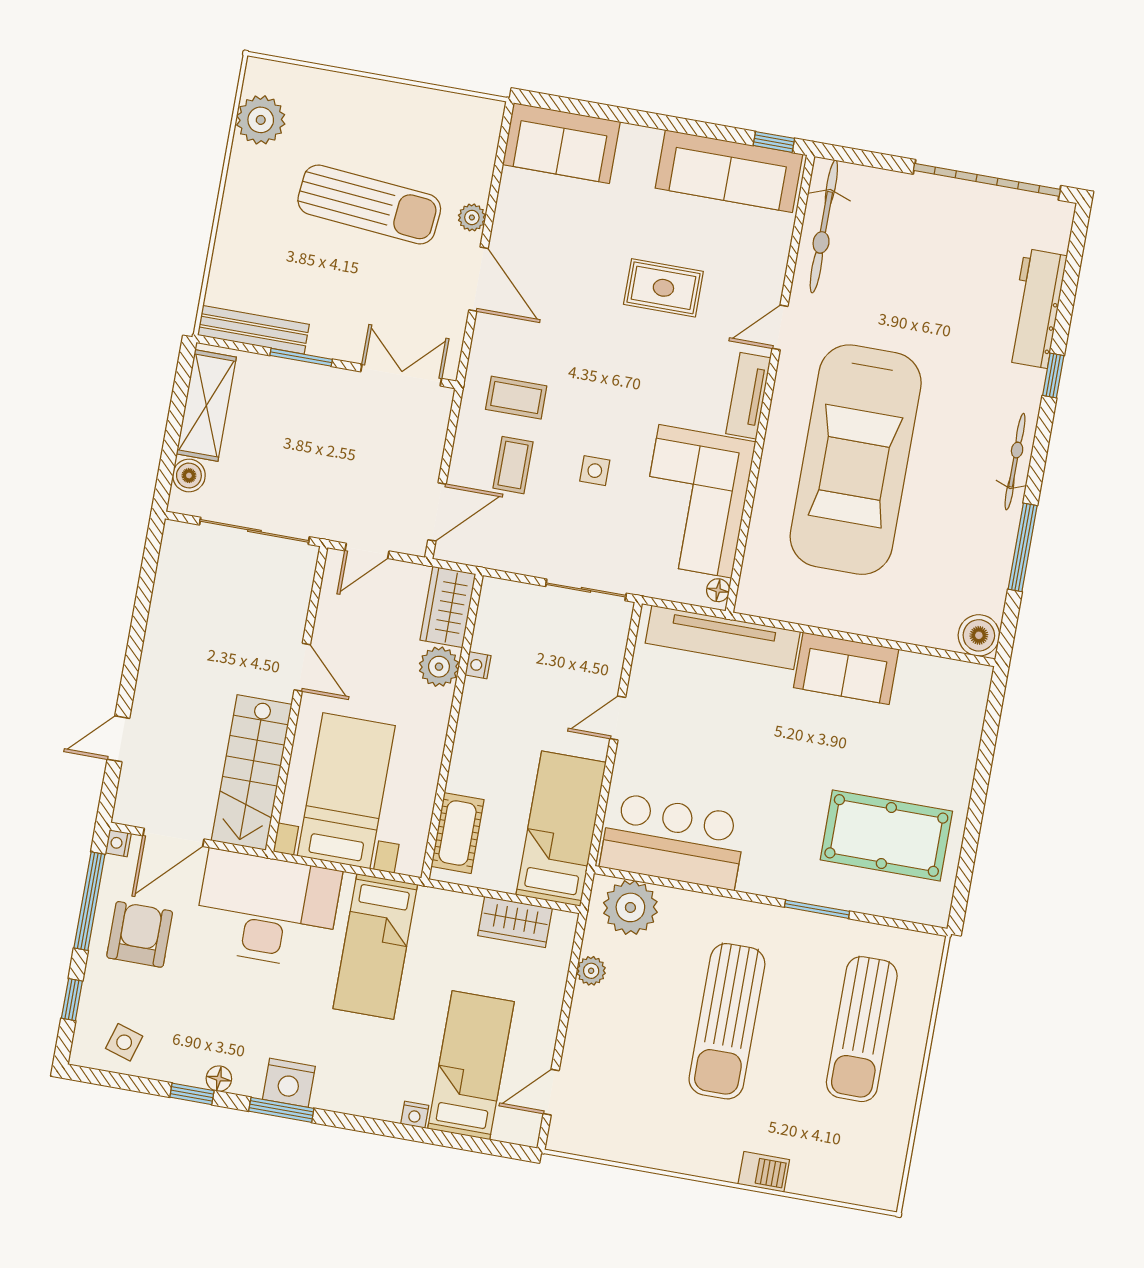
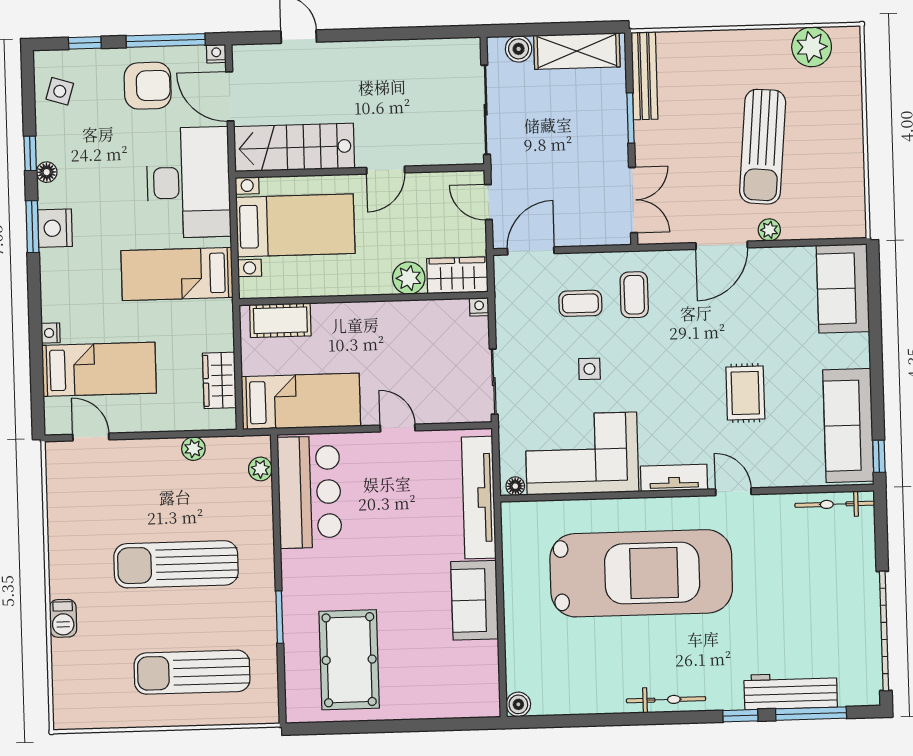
bicycle: (824, 226) -> (835, 504), width x0.73, depth x0.71
car: (856, 460) -> (641, 573), turned 180
door: (437, 512) -> (531, 251), swing flipped
window: (1023, 547) -> (811, 714), moved
boiler: (979, 635) -> (518, 704), width x0.73, depth x0.73
nightstand: (478, 665) -> (479, 307), moved
plant: (630, 907) -> (260, 469), width x0.53, depth x0.53

